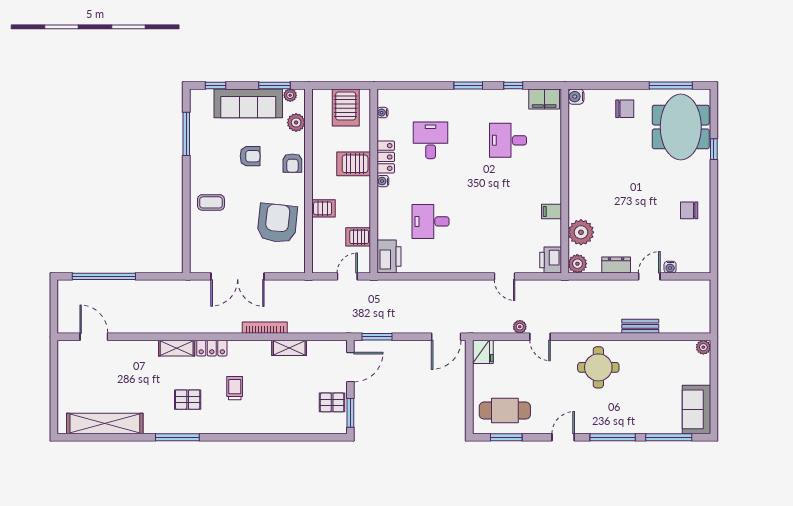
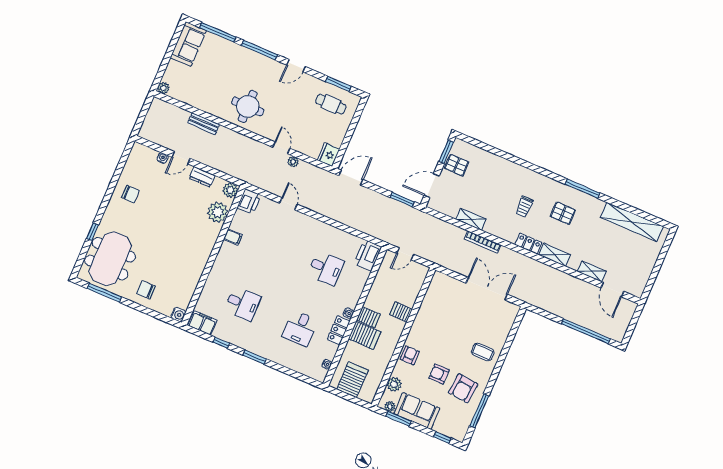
sofa: (248, 103) -> (417, 411), width x0.73
armchair: (277, 223) -> (463, 388), moved, width x0.73, depth x0.73
server rack: (358, 237) -> (368, 317), moved
shelving: (126, 347) -> (592, 271), added
cafe table: (505, 411) -> (331, 104), width x0.73, depth x0.74

